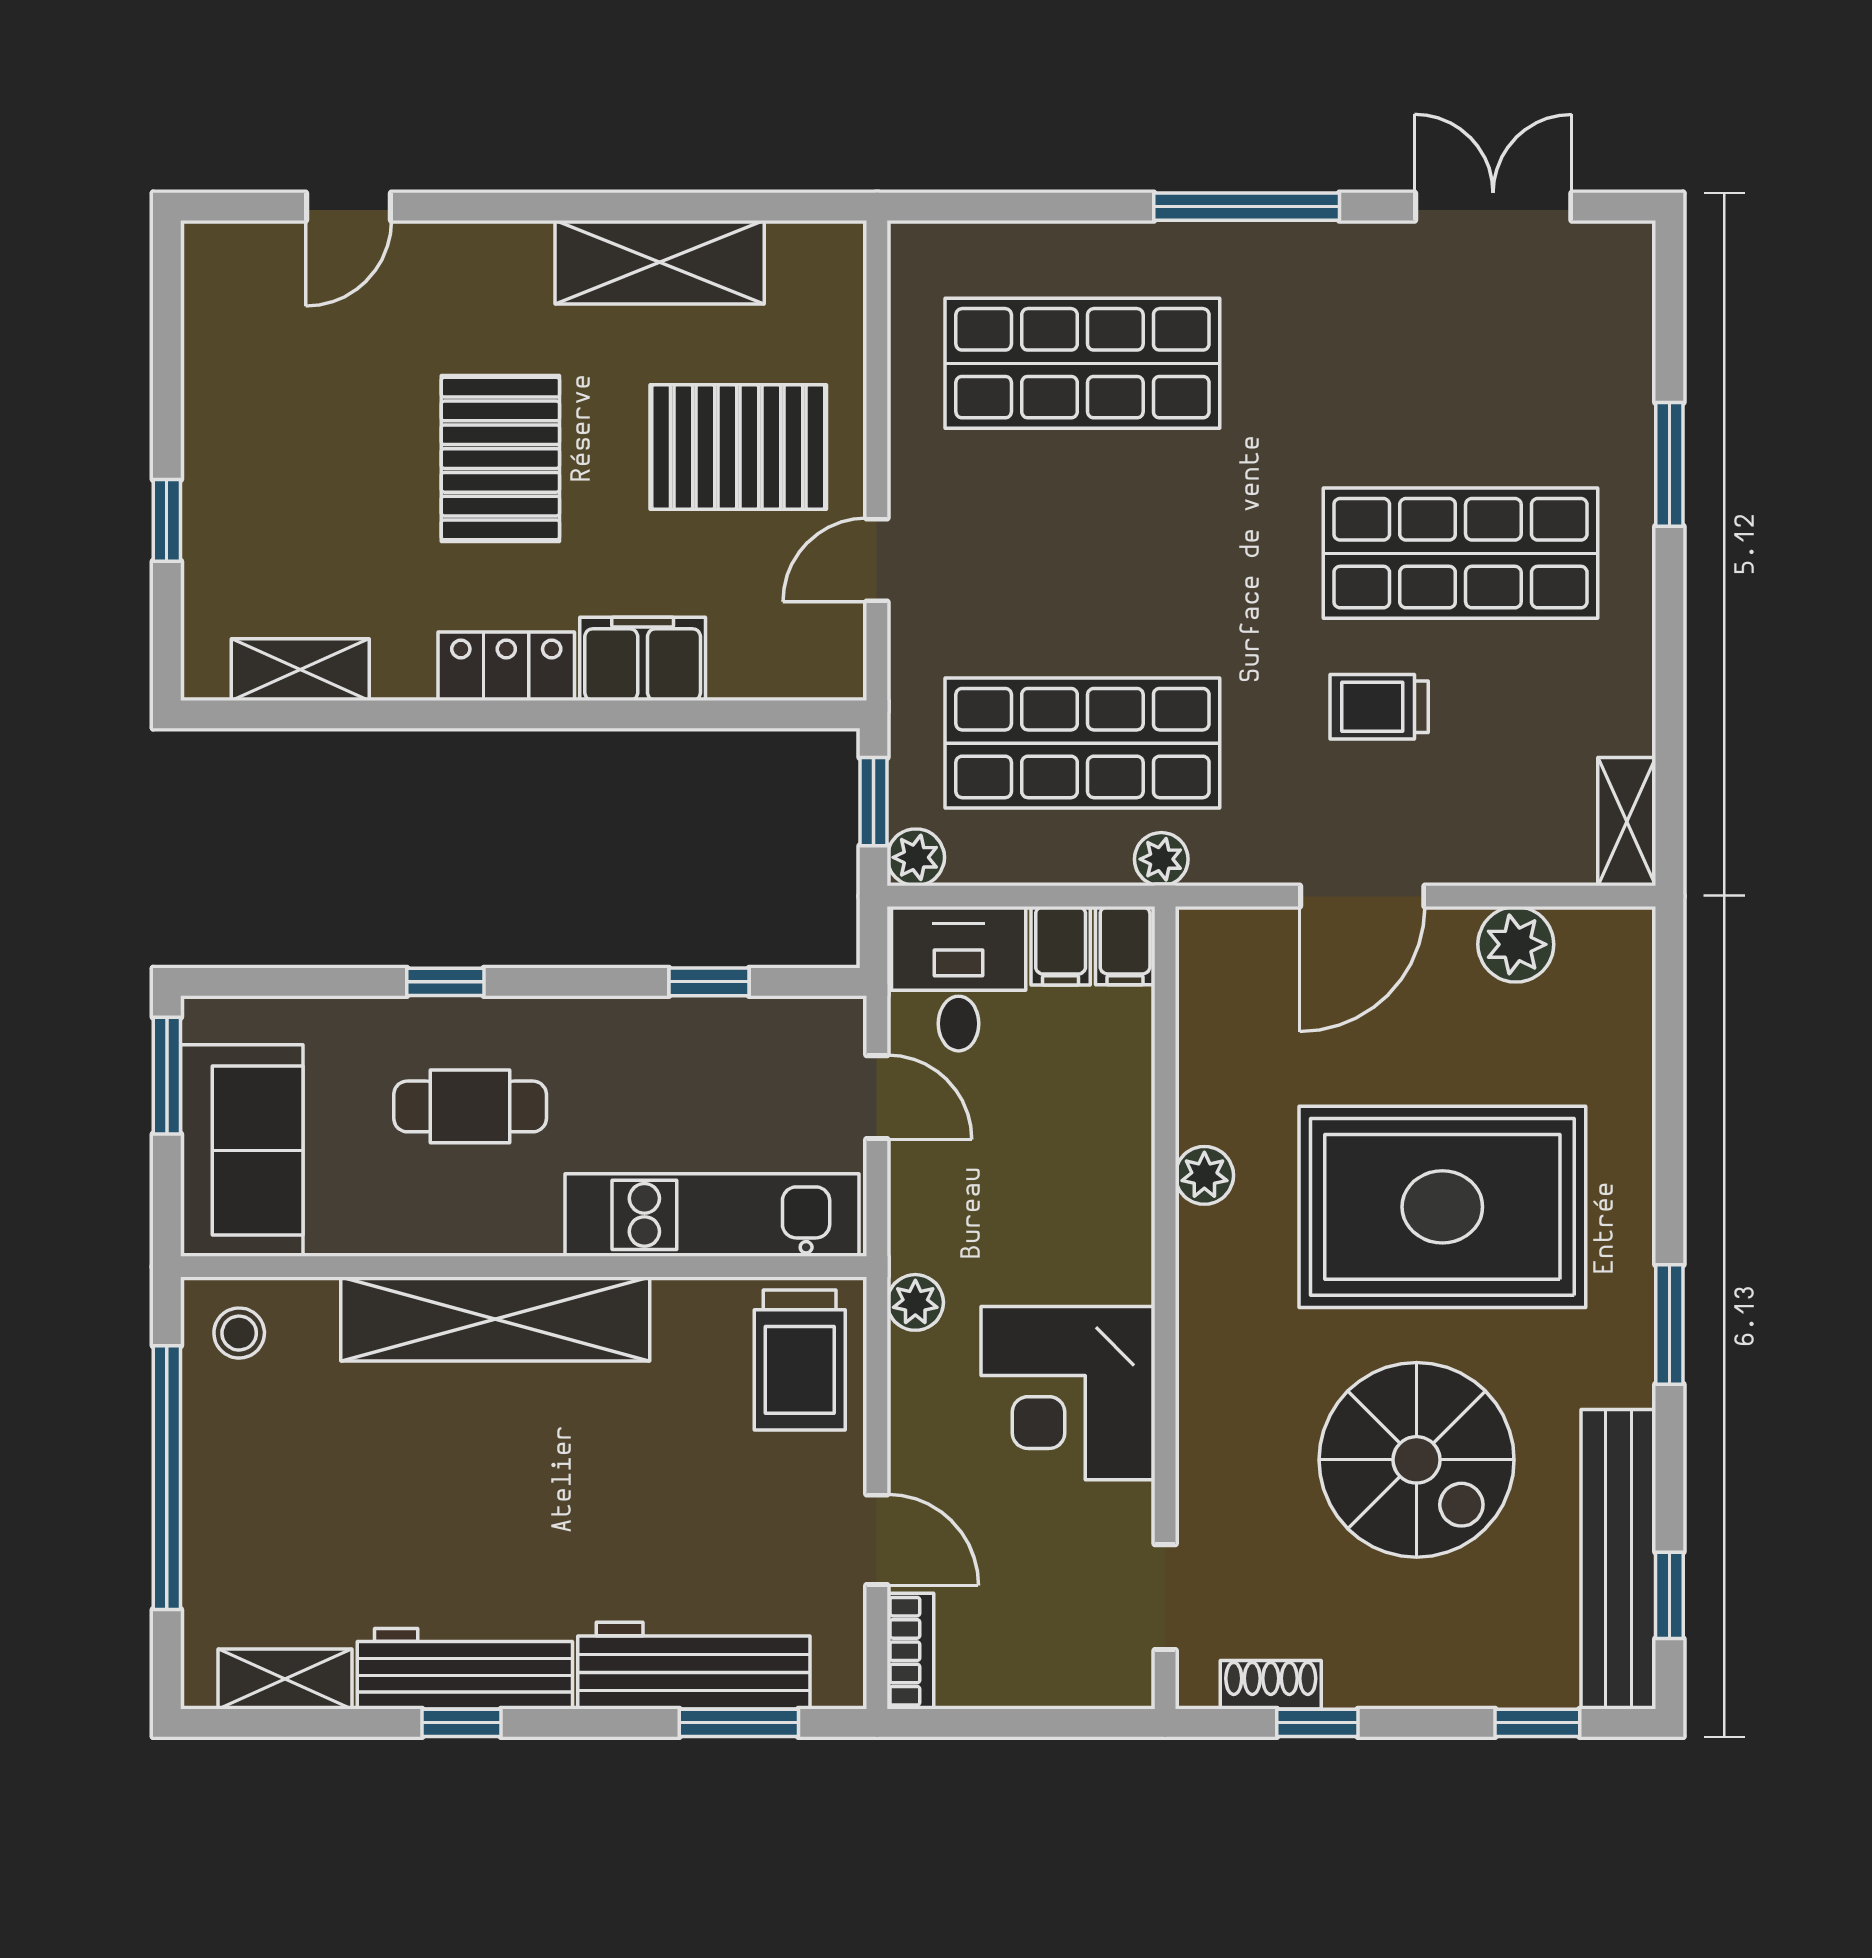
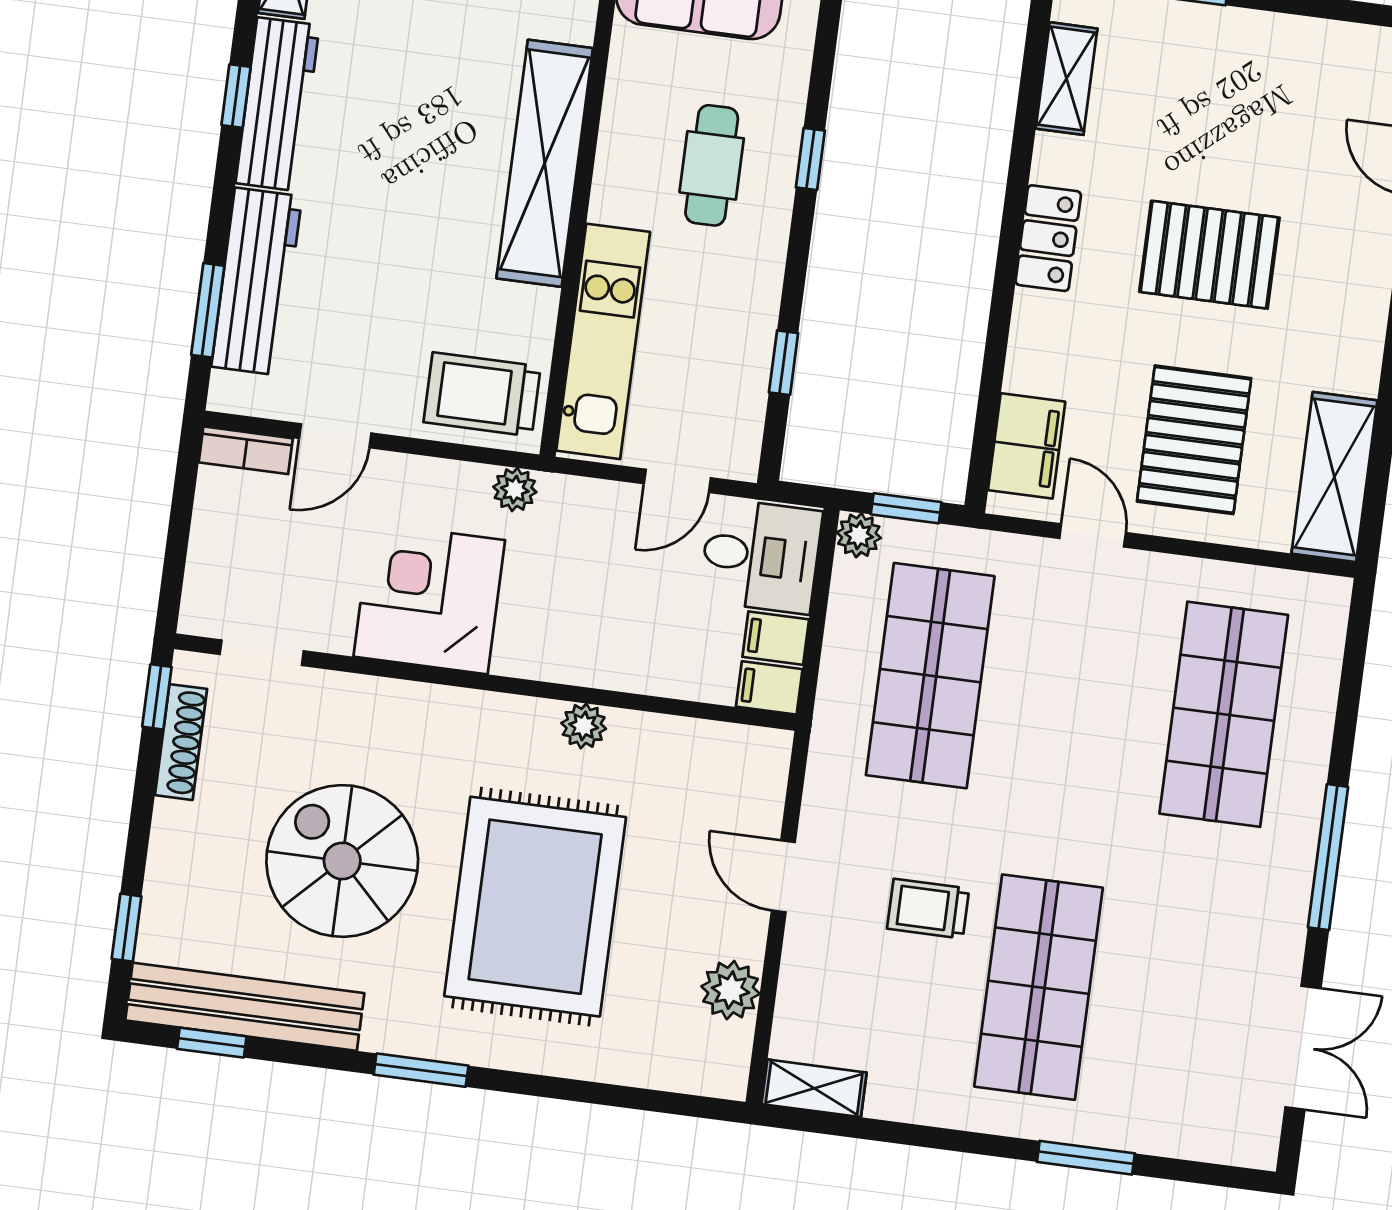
shelving: (660, 262) -> (1334, 477), moved
filing cabinet: (643, 659) -> (1027, 446), moved
trolley: (1379, 707) -> (928, 909), turned -90
plant: (1161, 859) -> (832, 725), removed
door: (1362, 896) -> (783, 876), width x0.73
spiral stairs: (1417, 1460) -> (342, 861), turned 90
shoe rack: (1271, 1685) -> (181, 742), width x1.43
window: (1317, 1723) -> (157, 697), moved

